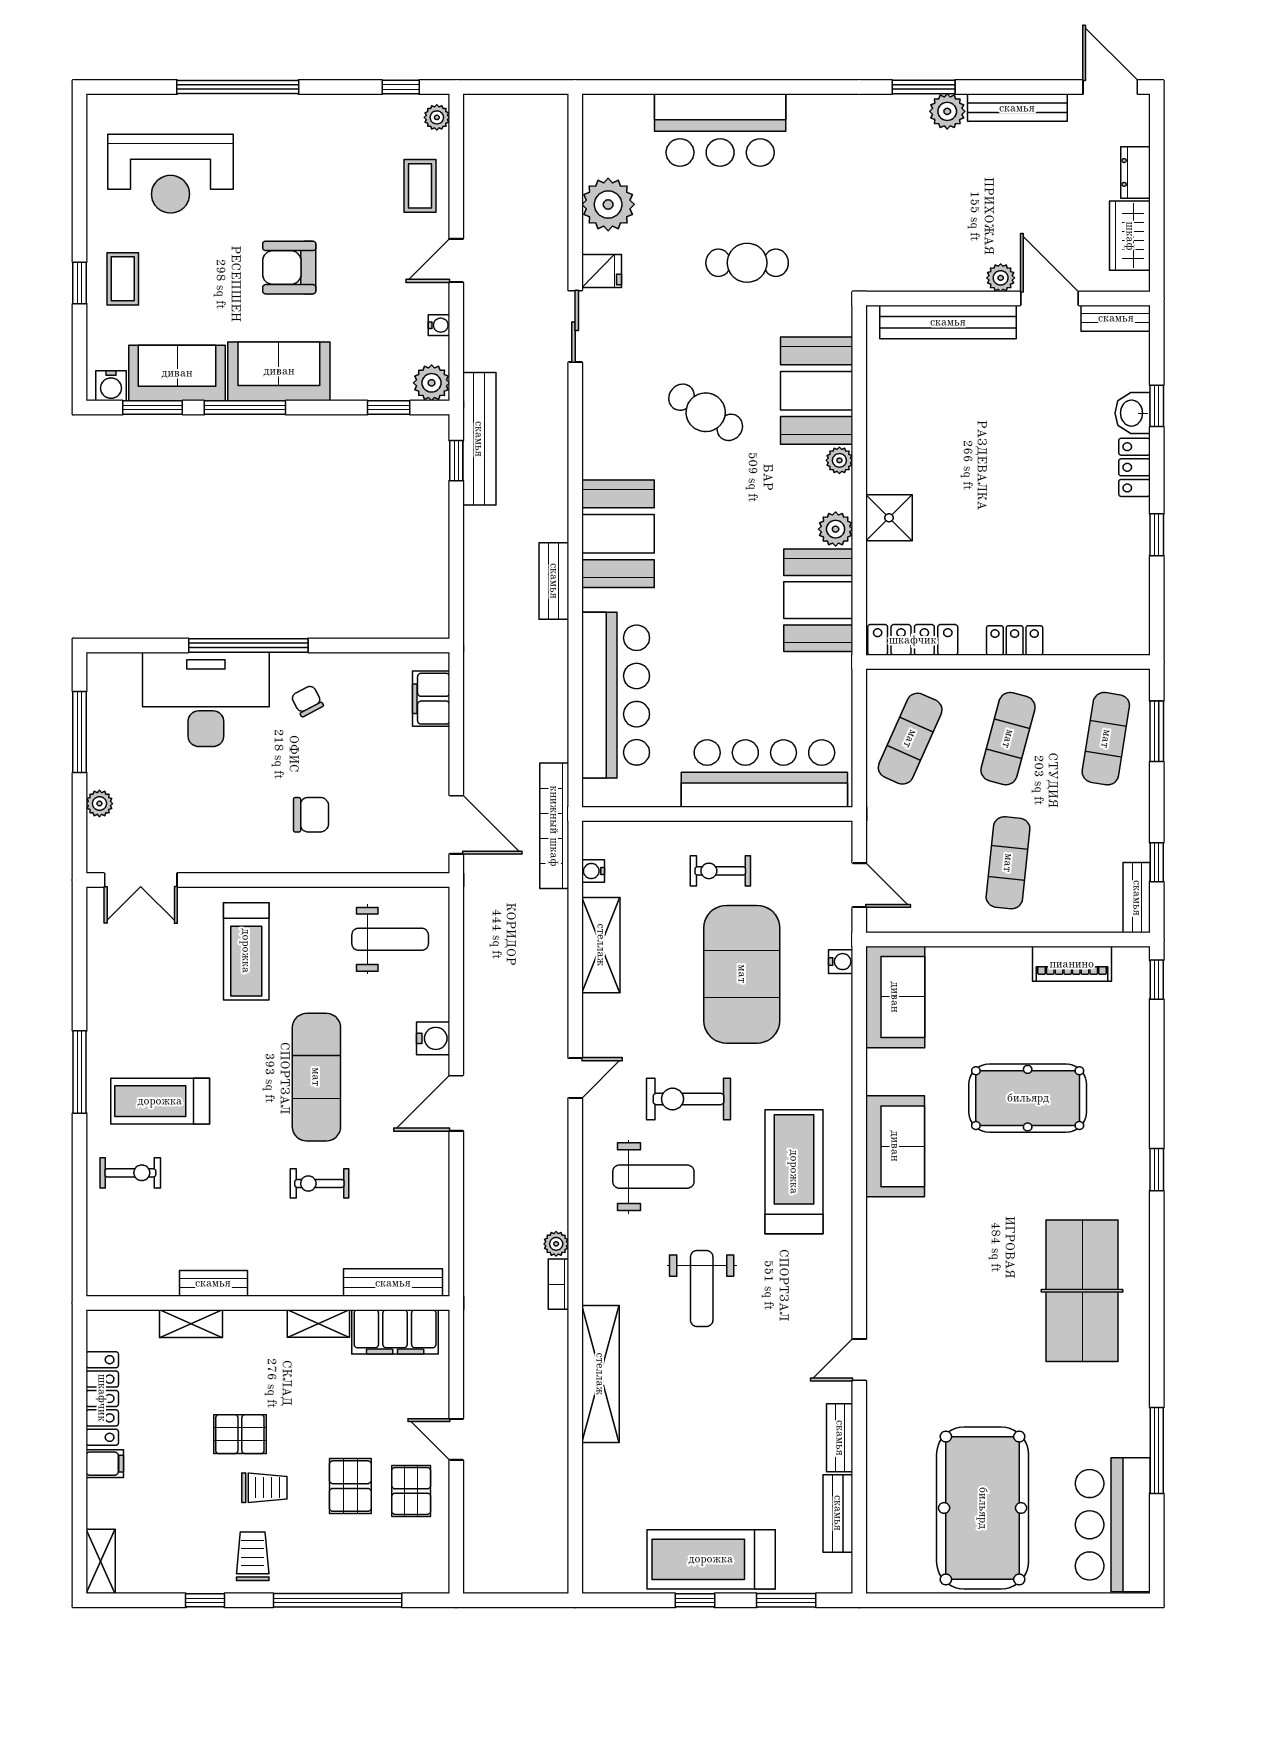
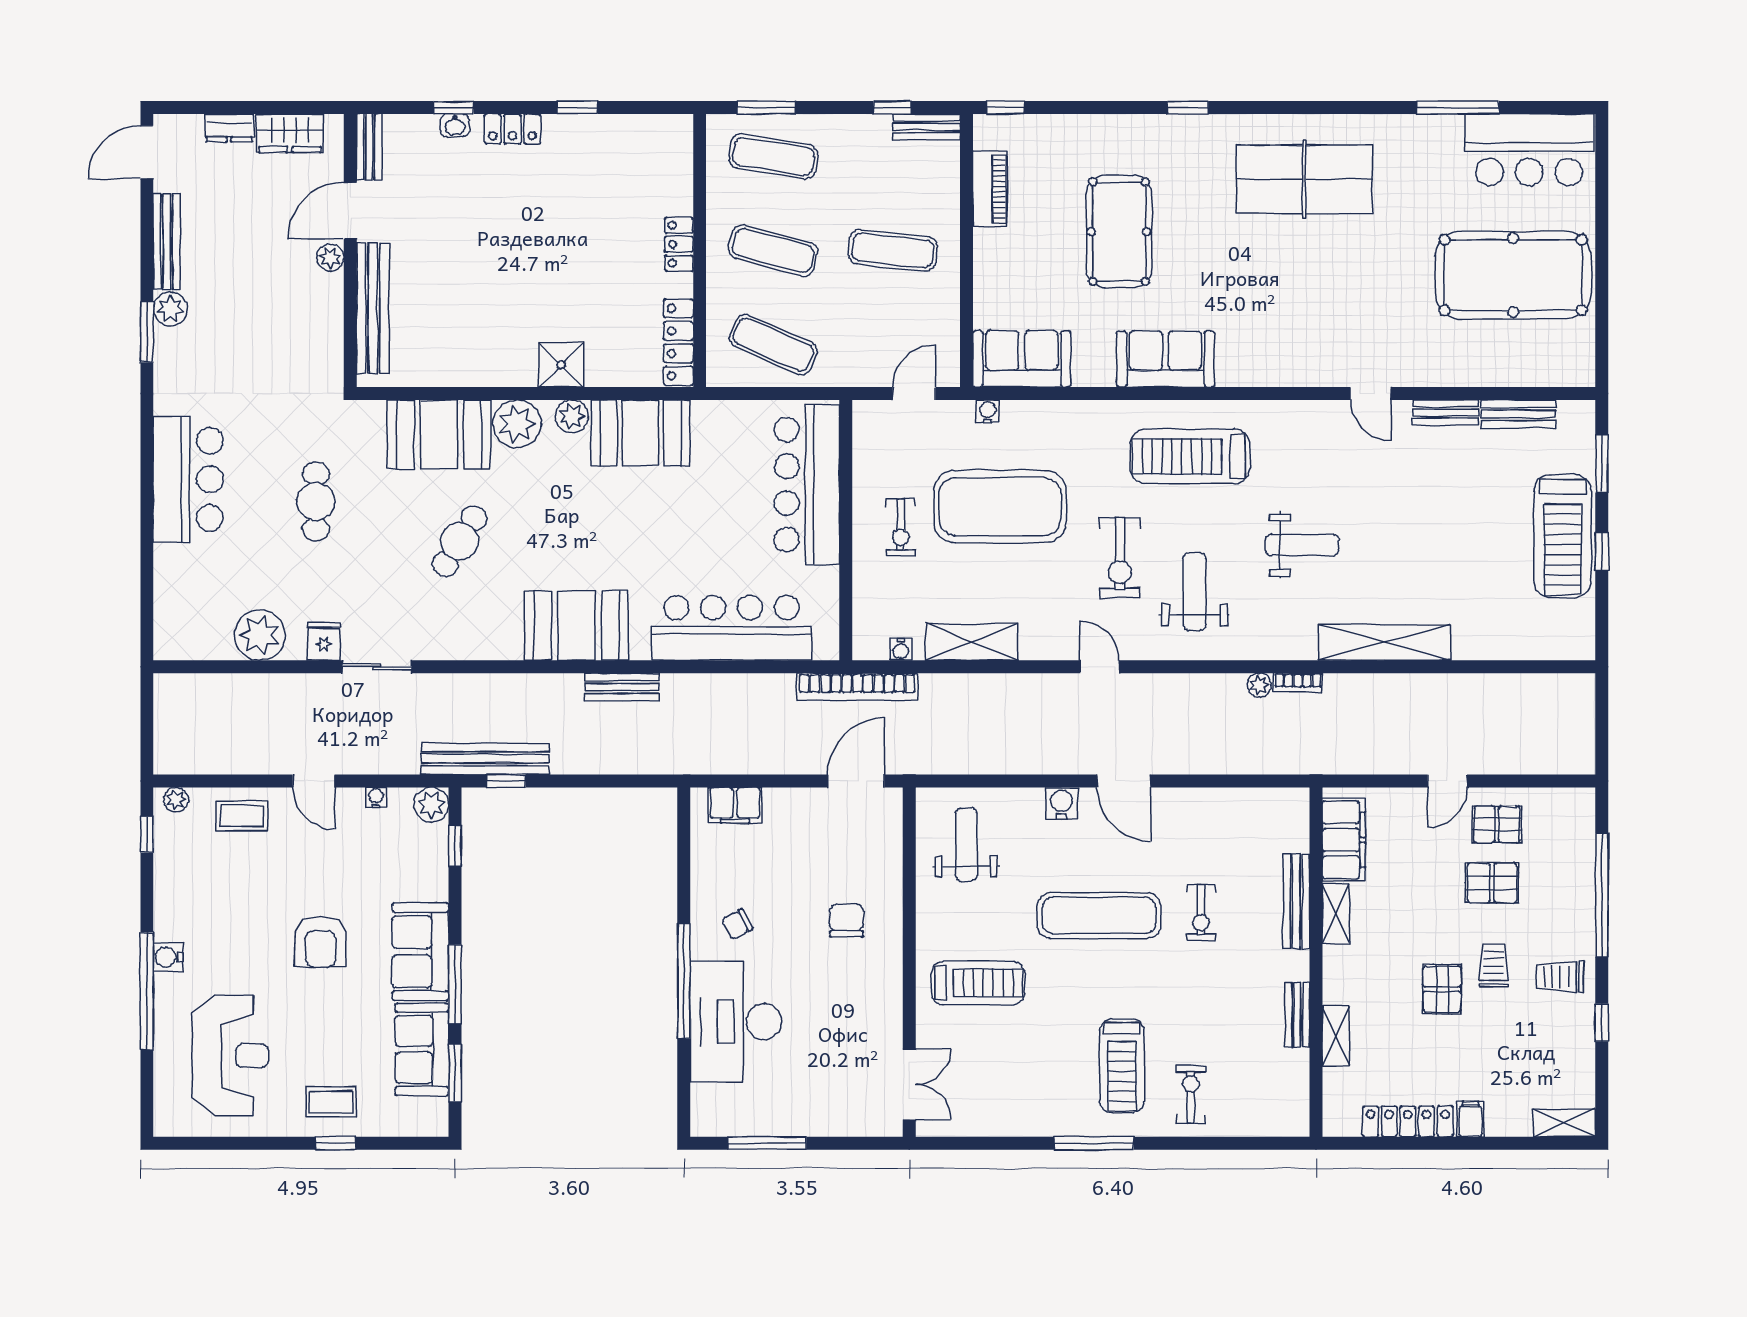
bar counter: (720, 130) -> (188, 479), moved
water cooler: (111, 386) -> (168, 957), moved, turned 180
washbasin: (1133, 413) -> (455, 126), width x0.72, depth x0.69
plant: (839, 460) -> (517, 424), width x1.88, depth x1.88
plant: (99, 804) -> (836, 1124), removed
bench: (393, 1283) -> (1296, 902), moved

